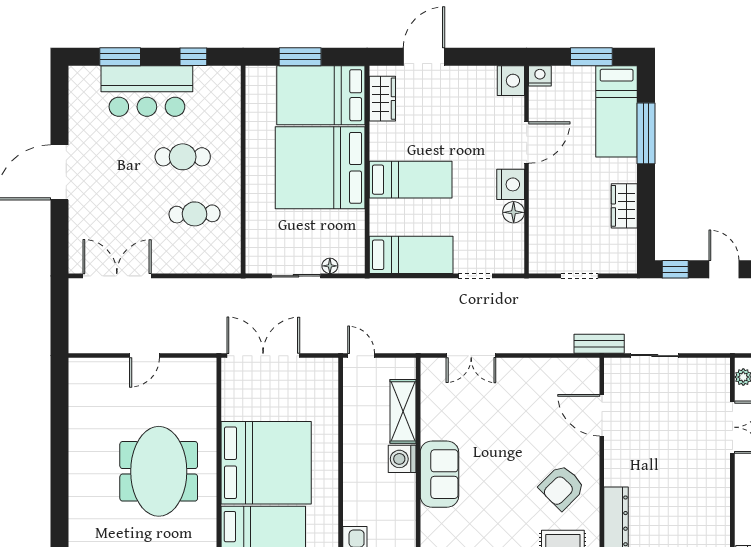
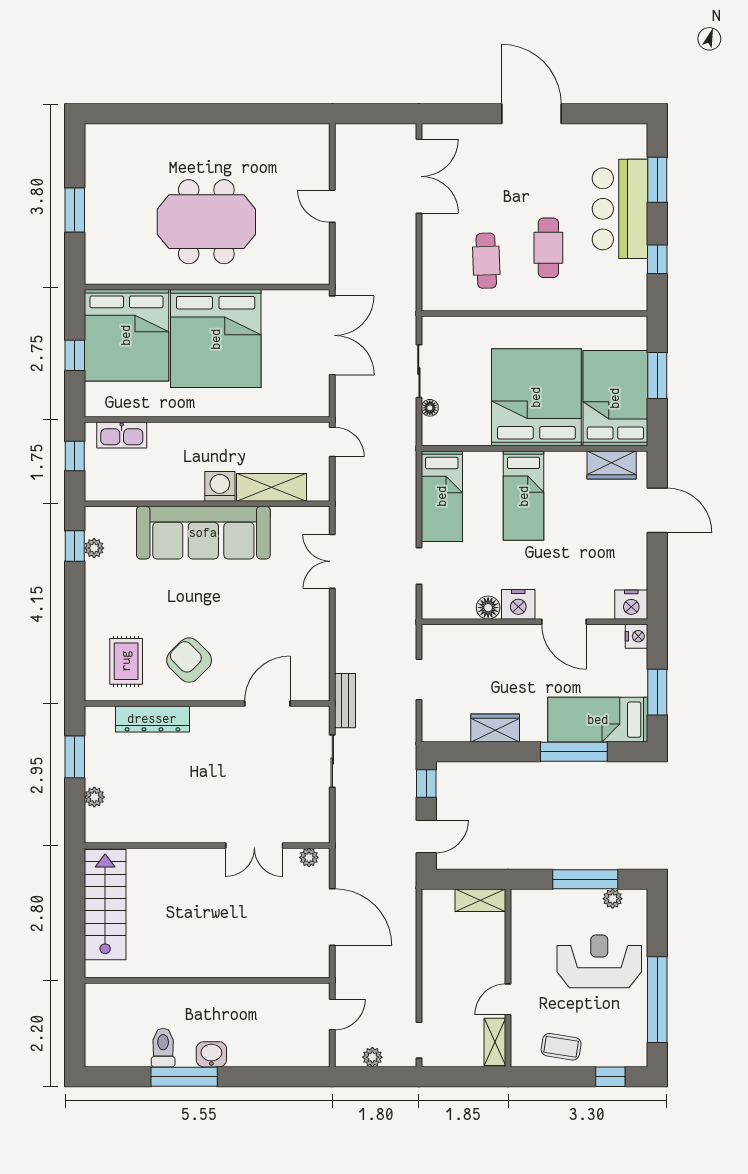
door: (361, 356) -> (332, 442), hinge flipped
sofa: (439, 474) -> (203, 533), width x1.85, depth x1.27

